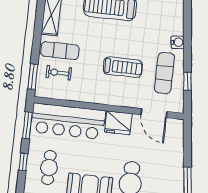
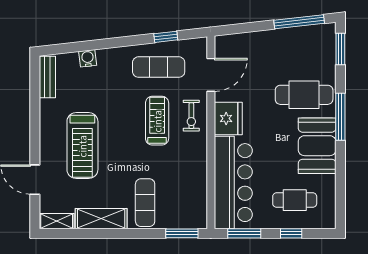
water cooler: (178, 42) -> (88, 58), moved
exercise bike: (59, 73) -> (191, 116), moved

